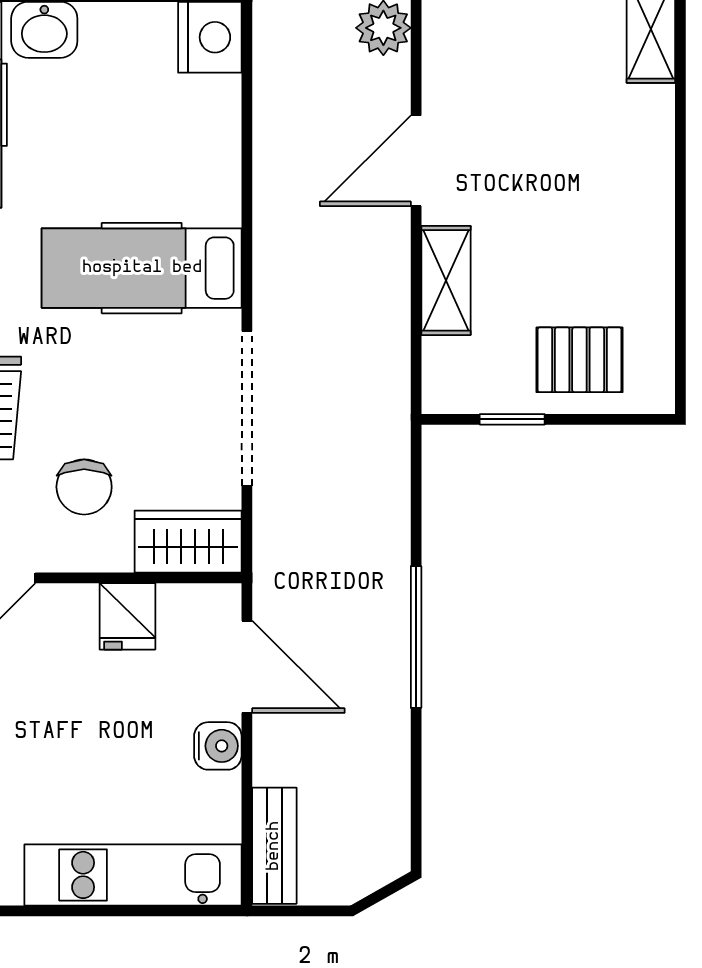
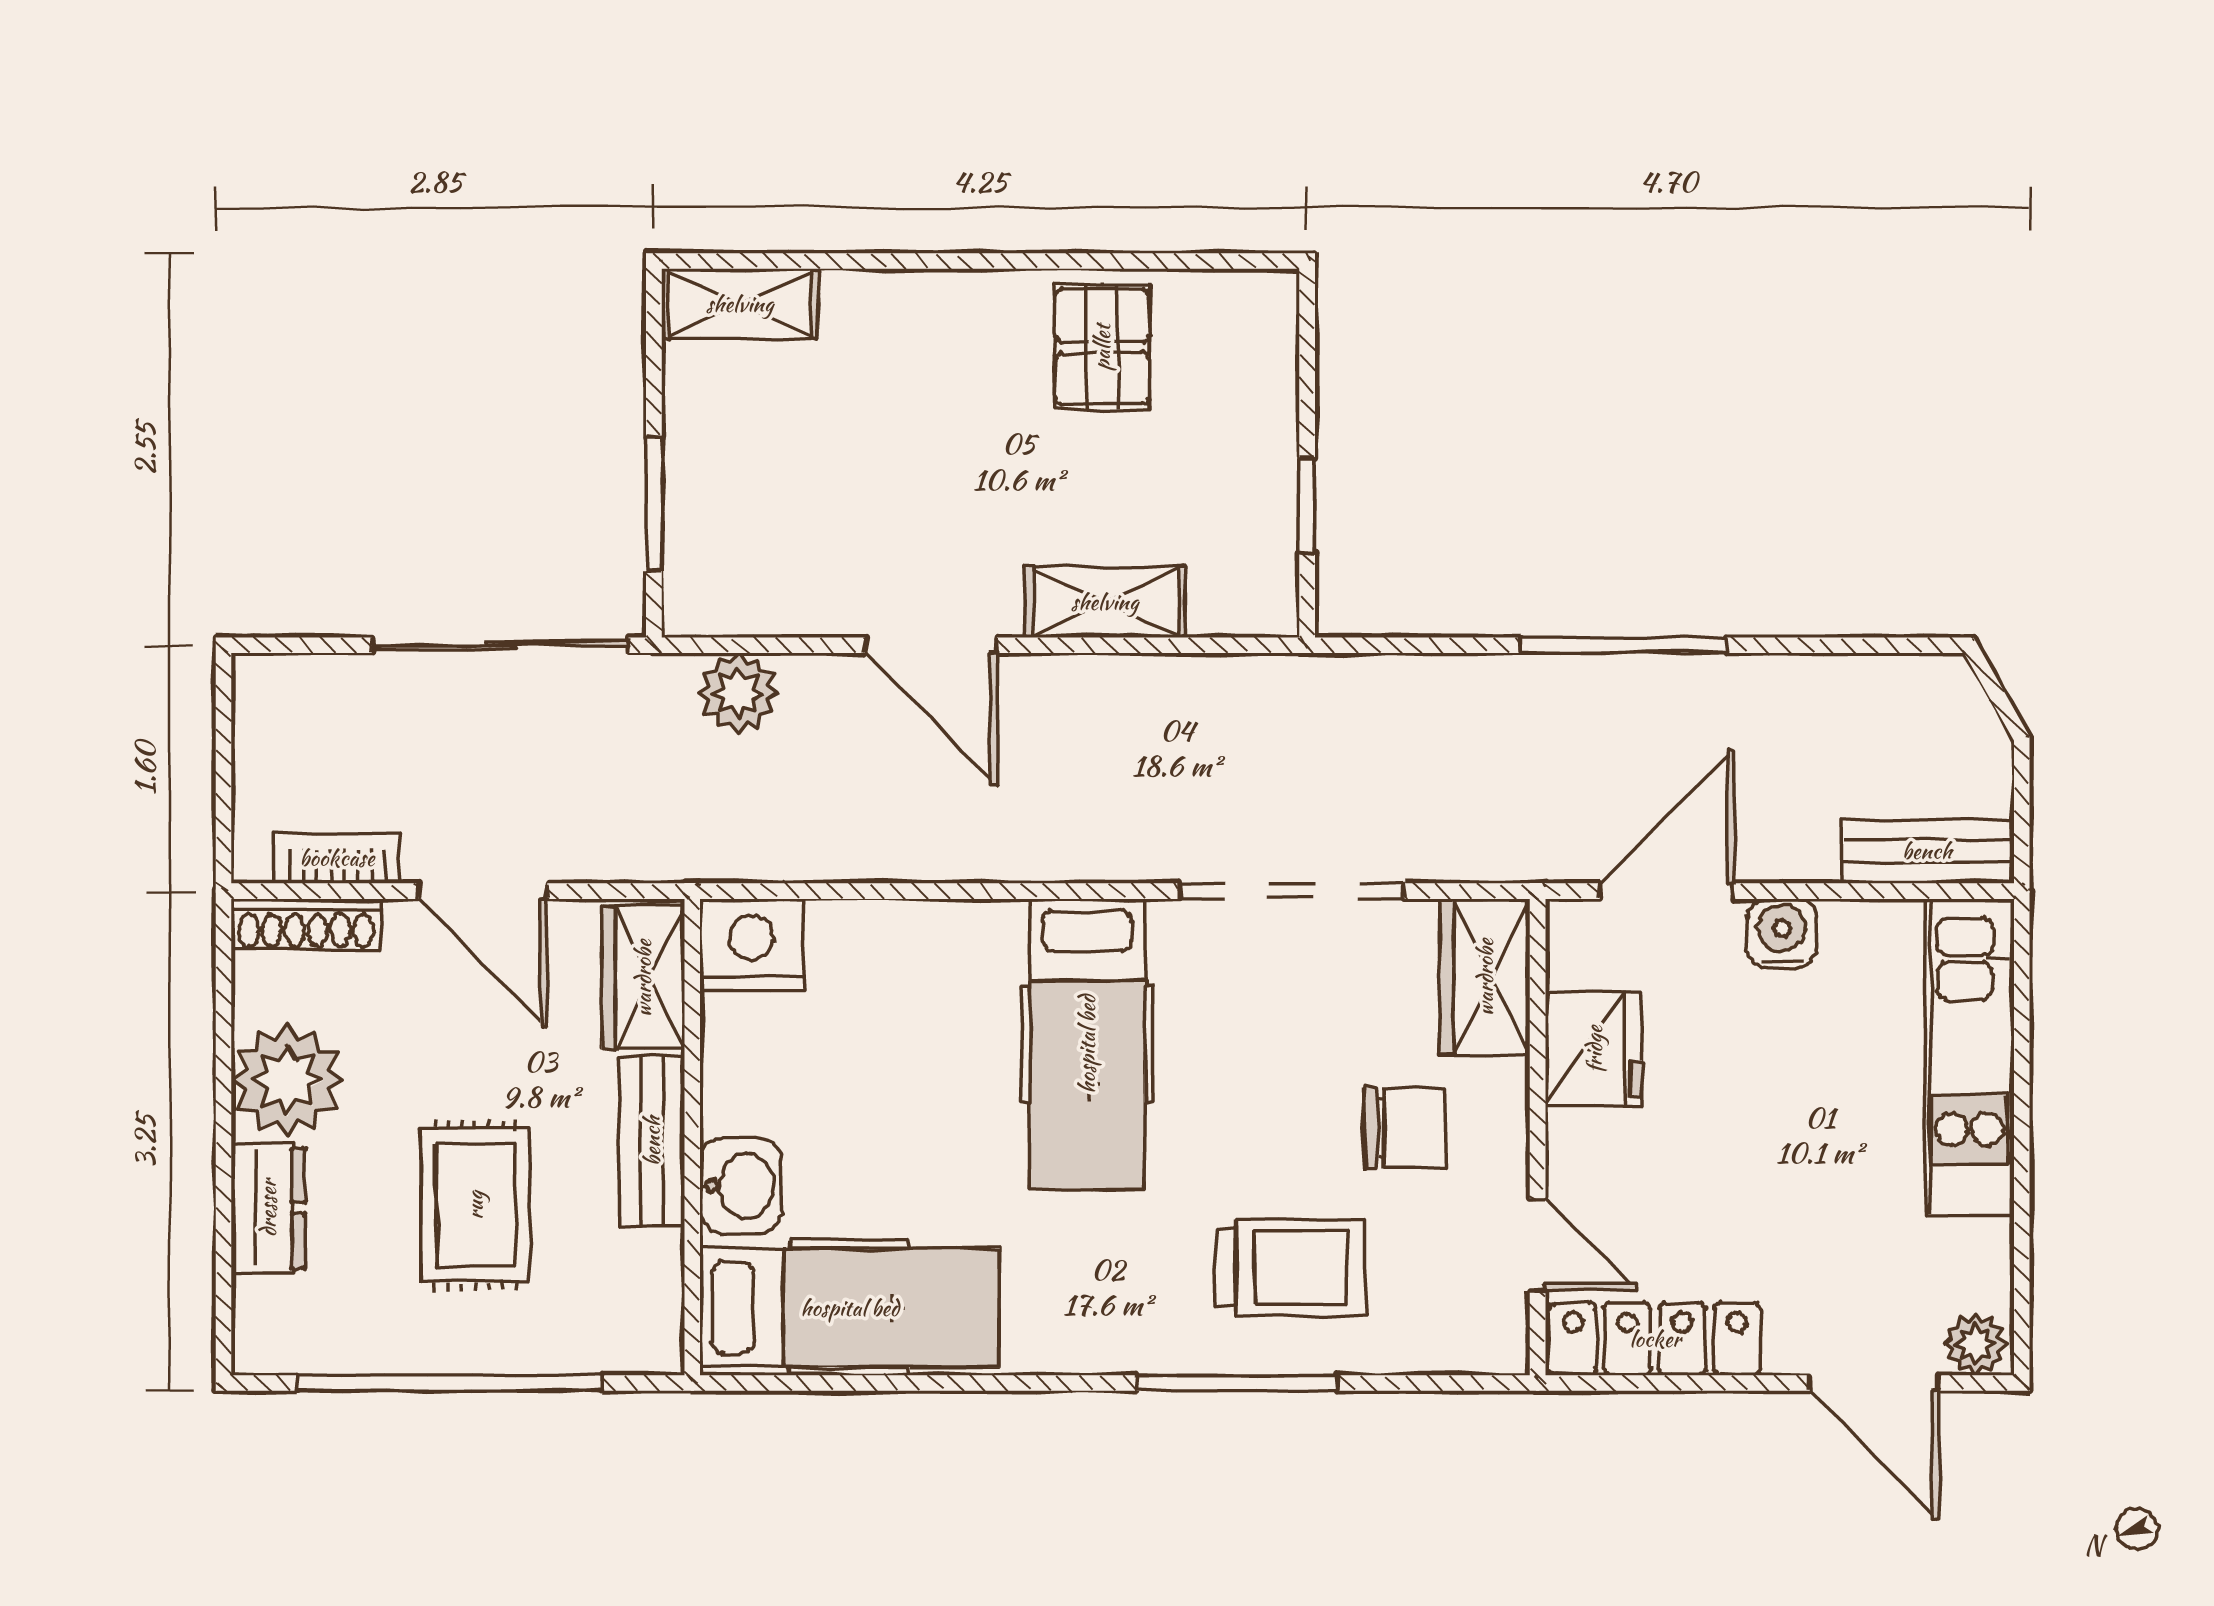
pallet: (579, 360) -> (1102, 347), moved
fridge: (127, 616) -> (1594, 1049), width x1.38

